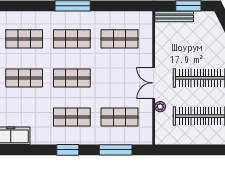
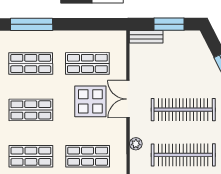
bench: (174, 17) -> (146, 37), width x0.73
display table: (122, 71) -> (90, 101), added
double door: (154, 83) -> (128, 99), moved

